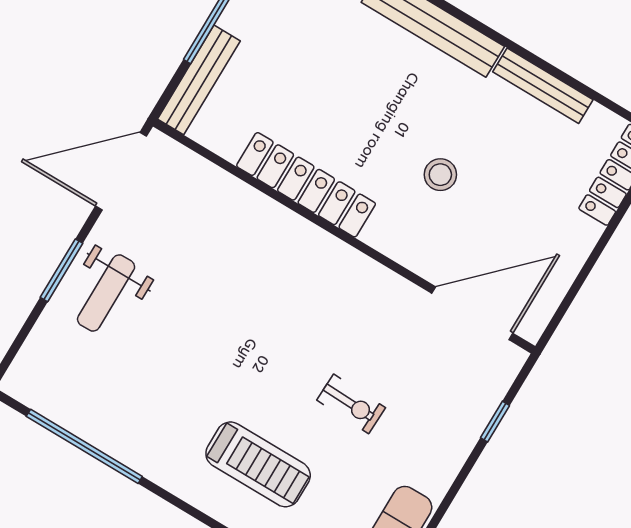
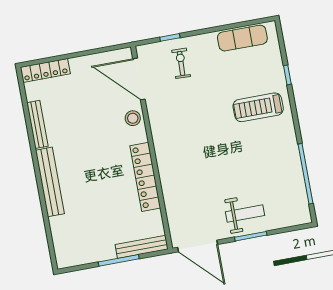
stool: (440, 175) -> (133, 118), moved
exercise bike: (351, 404) -> (181, 63), moved
treadmill: (258, 464) -> (258, 107), turned -90

